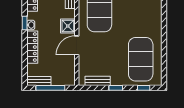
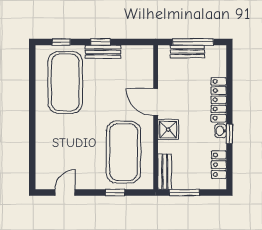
door: (77, 45) -> (156, 102), swing flipped
bench: (39, 81) -> (187, 52), moved
bench: (98, 81) -> (103, 52), moved

